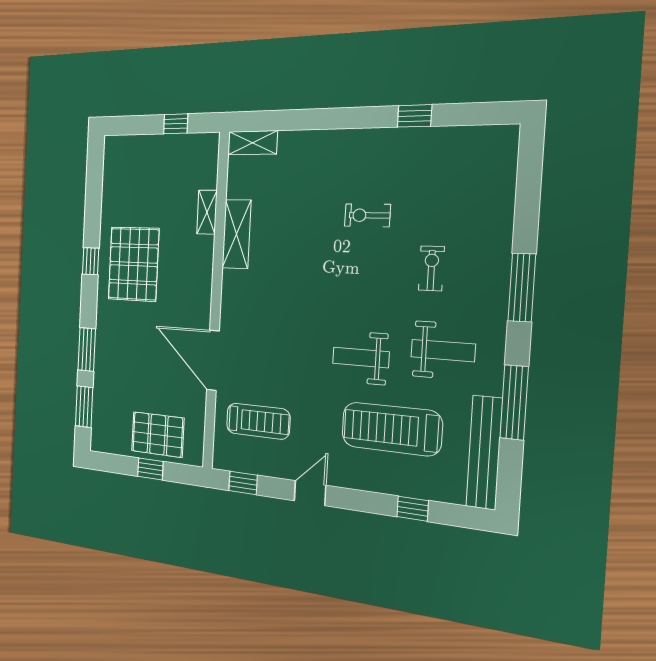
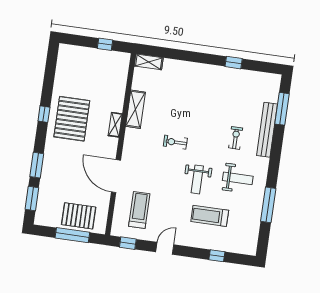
shelving: (207, 212) -> (115, 125), moved
exercise bike: (367, 215) -> (175, 142), moved
window: (522, 288) -> (282, 109), moved
weight bench: (361, 358) -> (197, 179), turned -90
treadmill: (258, 421) -> (139, 210), turned -90
treadmill: (391, 429) -> (210, 216), width x0.73, depth x0.73
bench: (484, 452) -> (267, 130), moved
window: (150, 469) -> (72, 235), width x2.17

